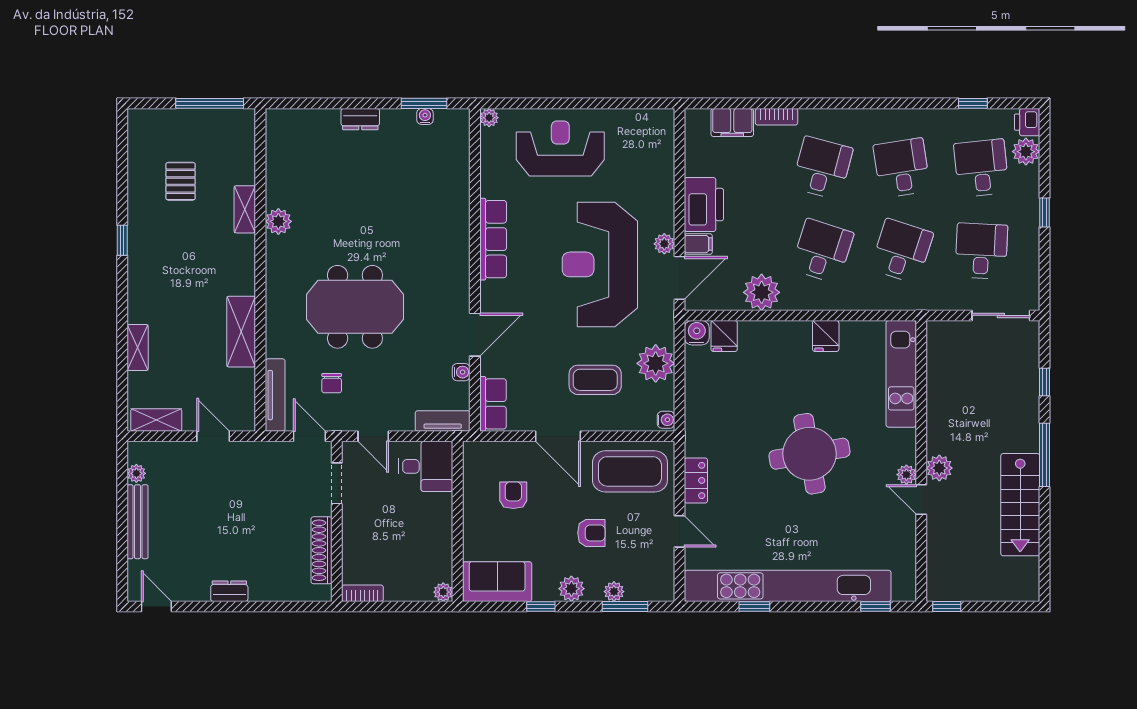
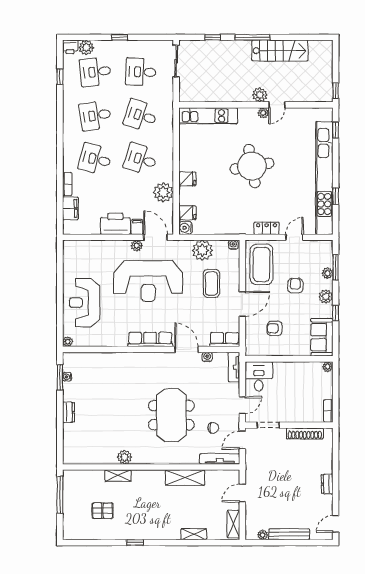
row of seats: (493, 239) -> (150, 339), moved
fridge: (826, 336) -> (187, 179), moved

